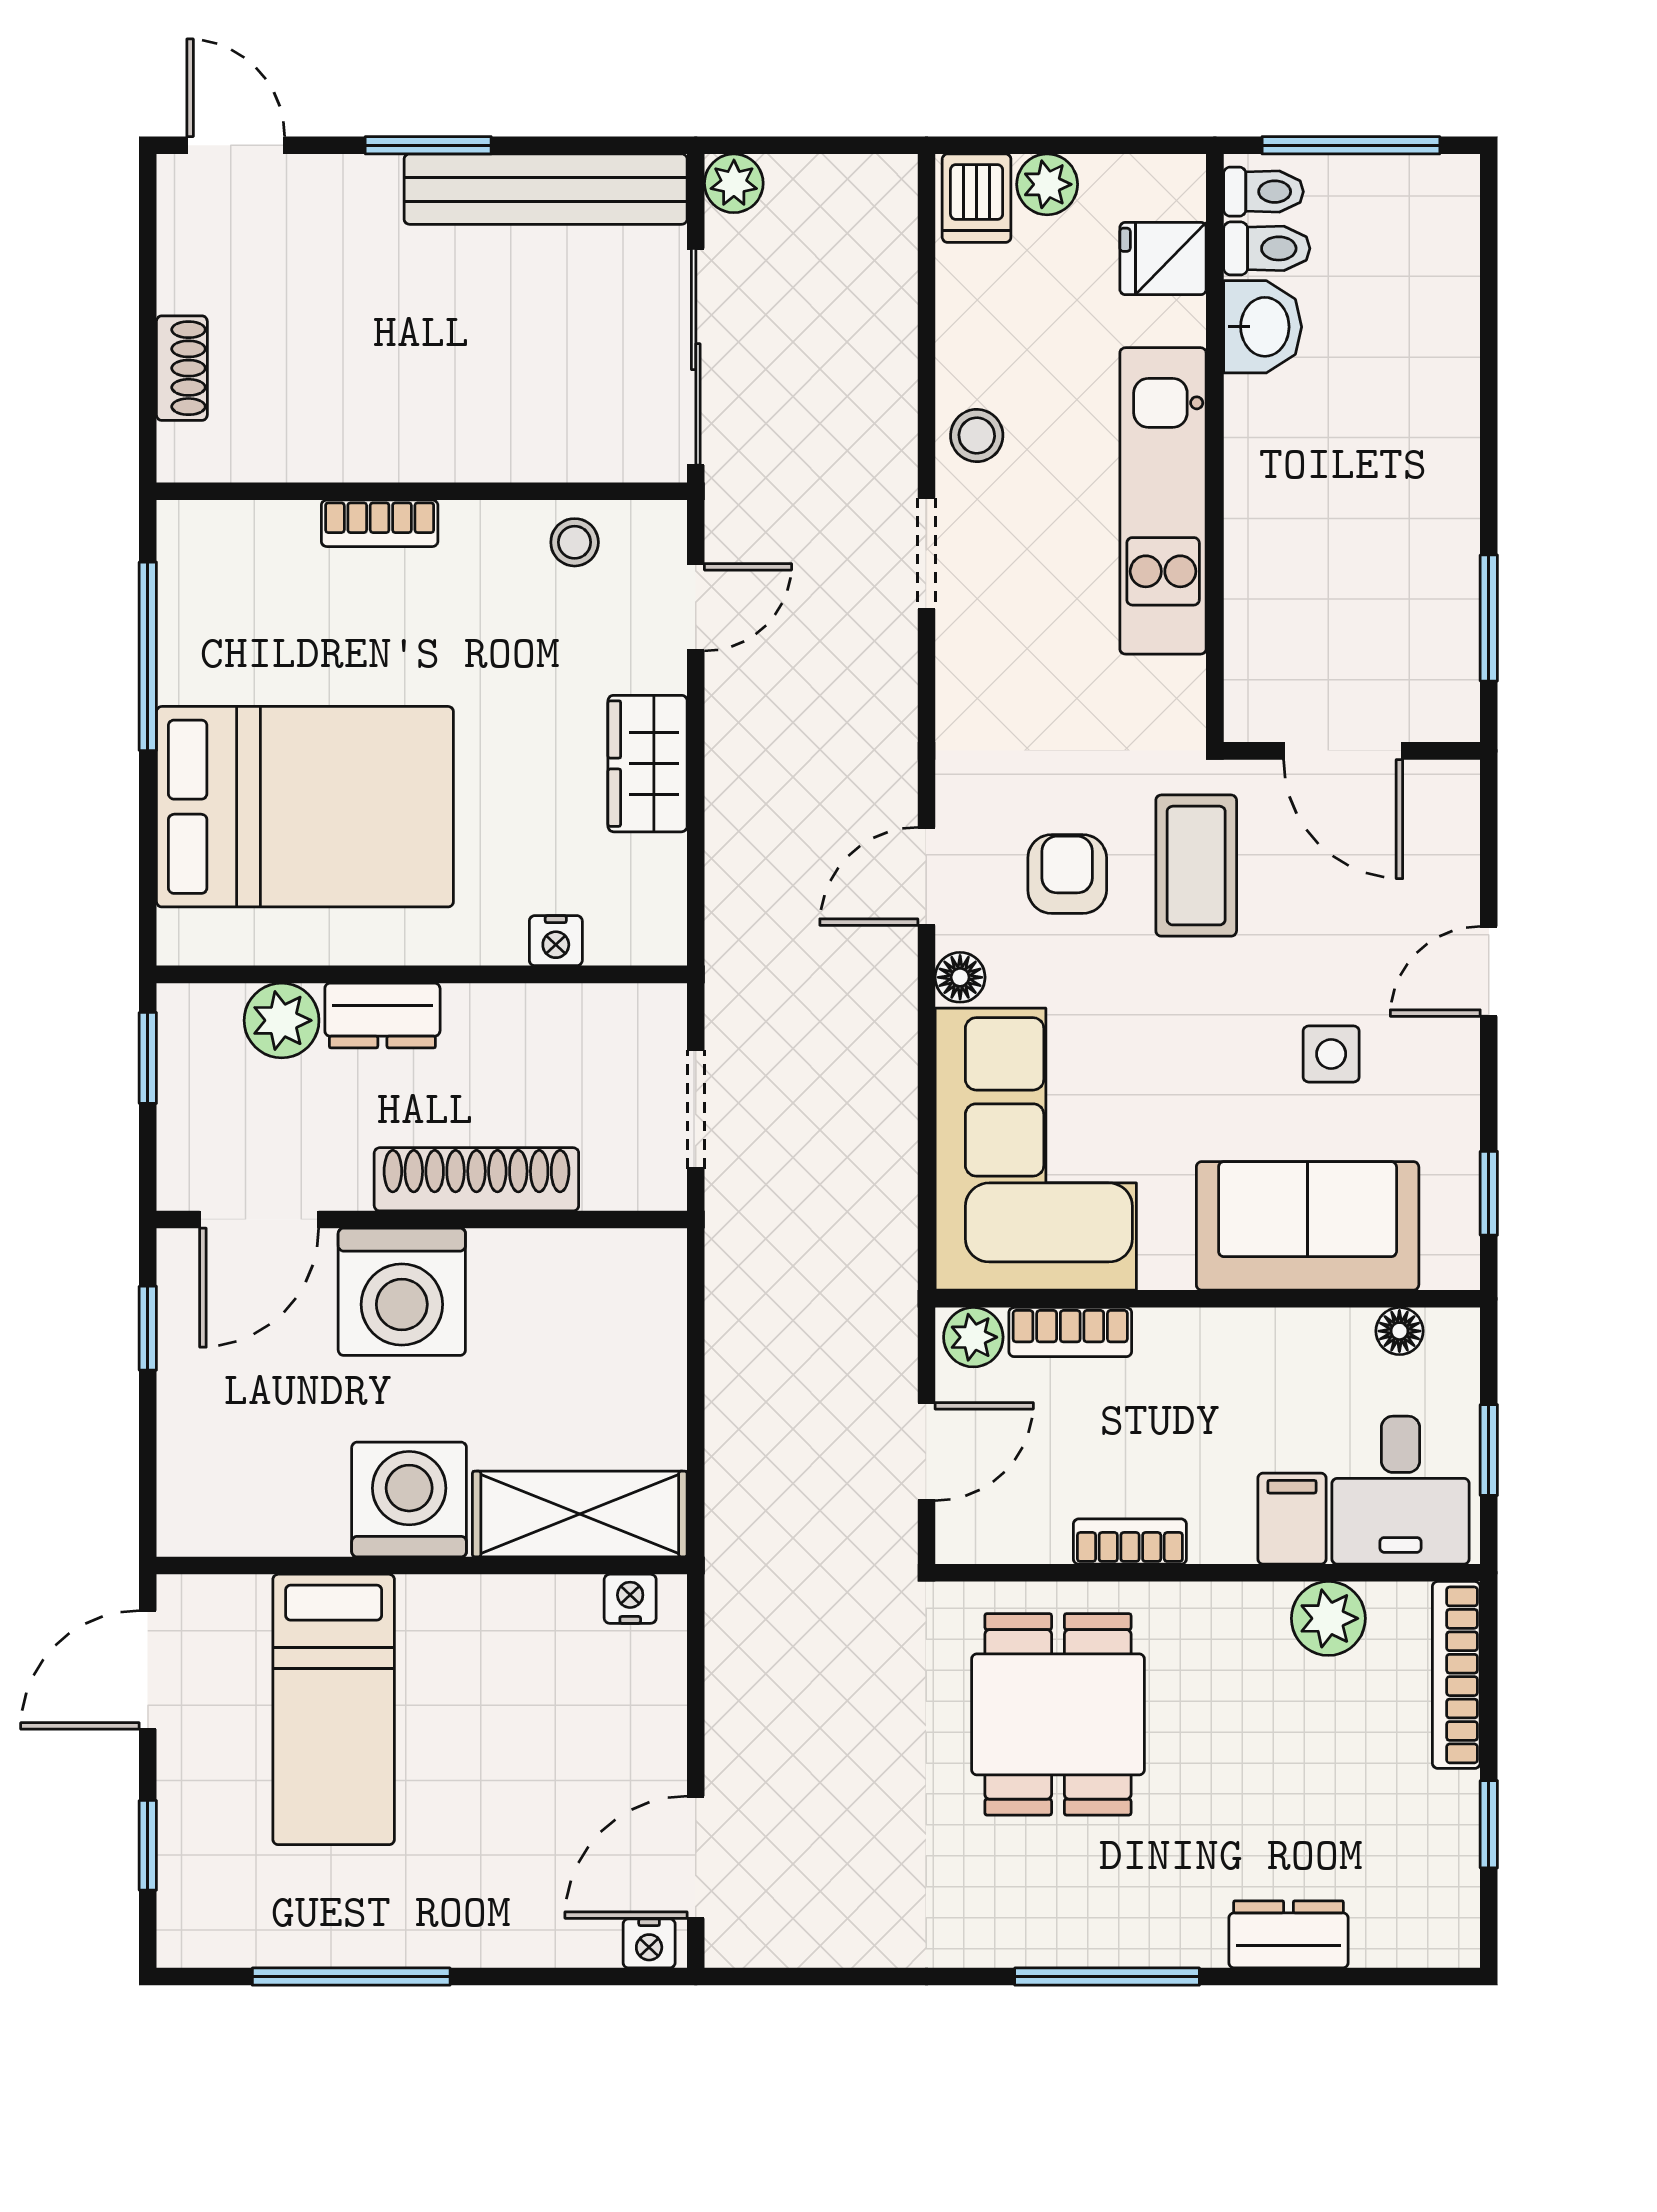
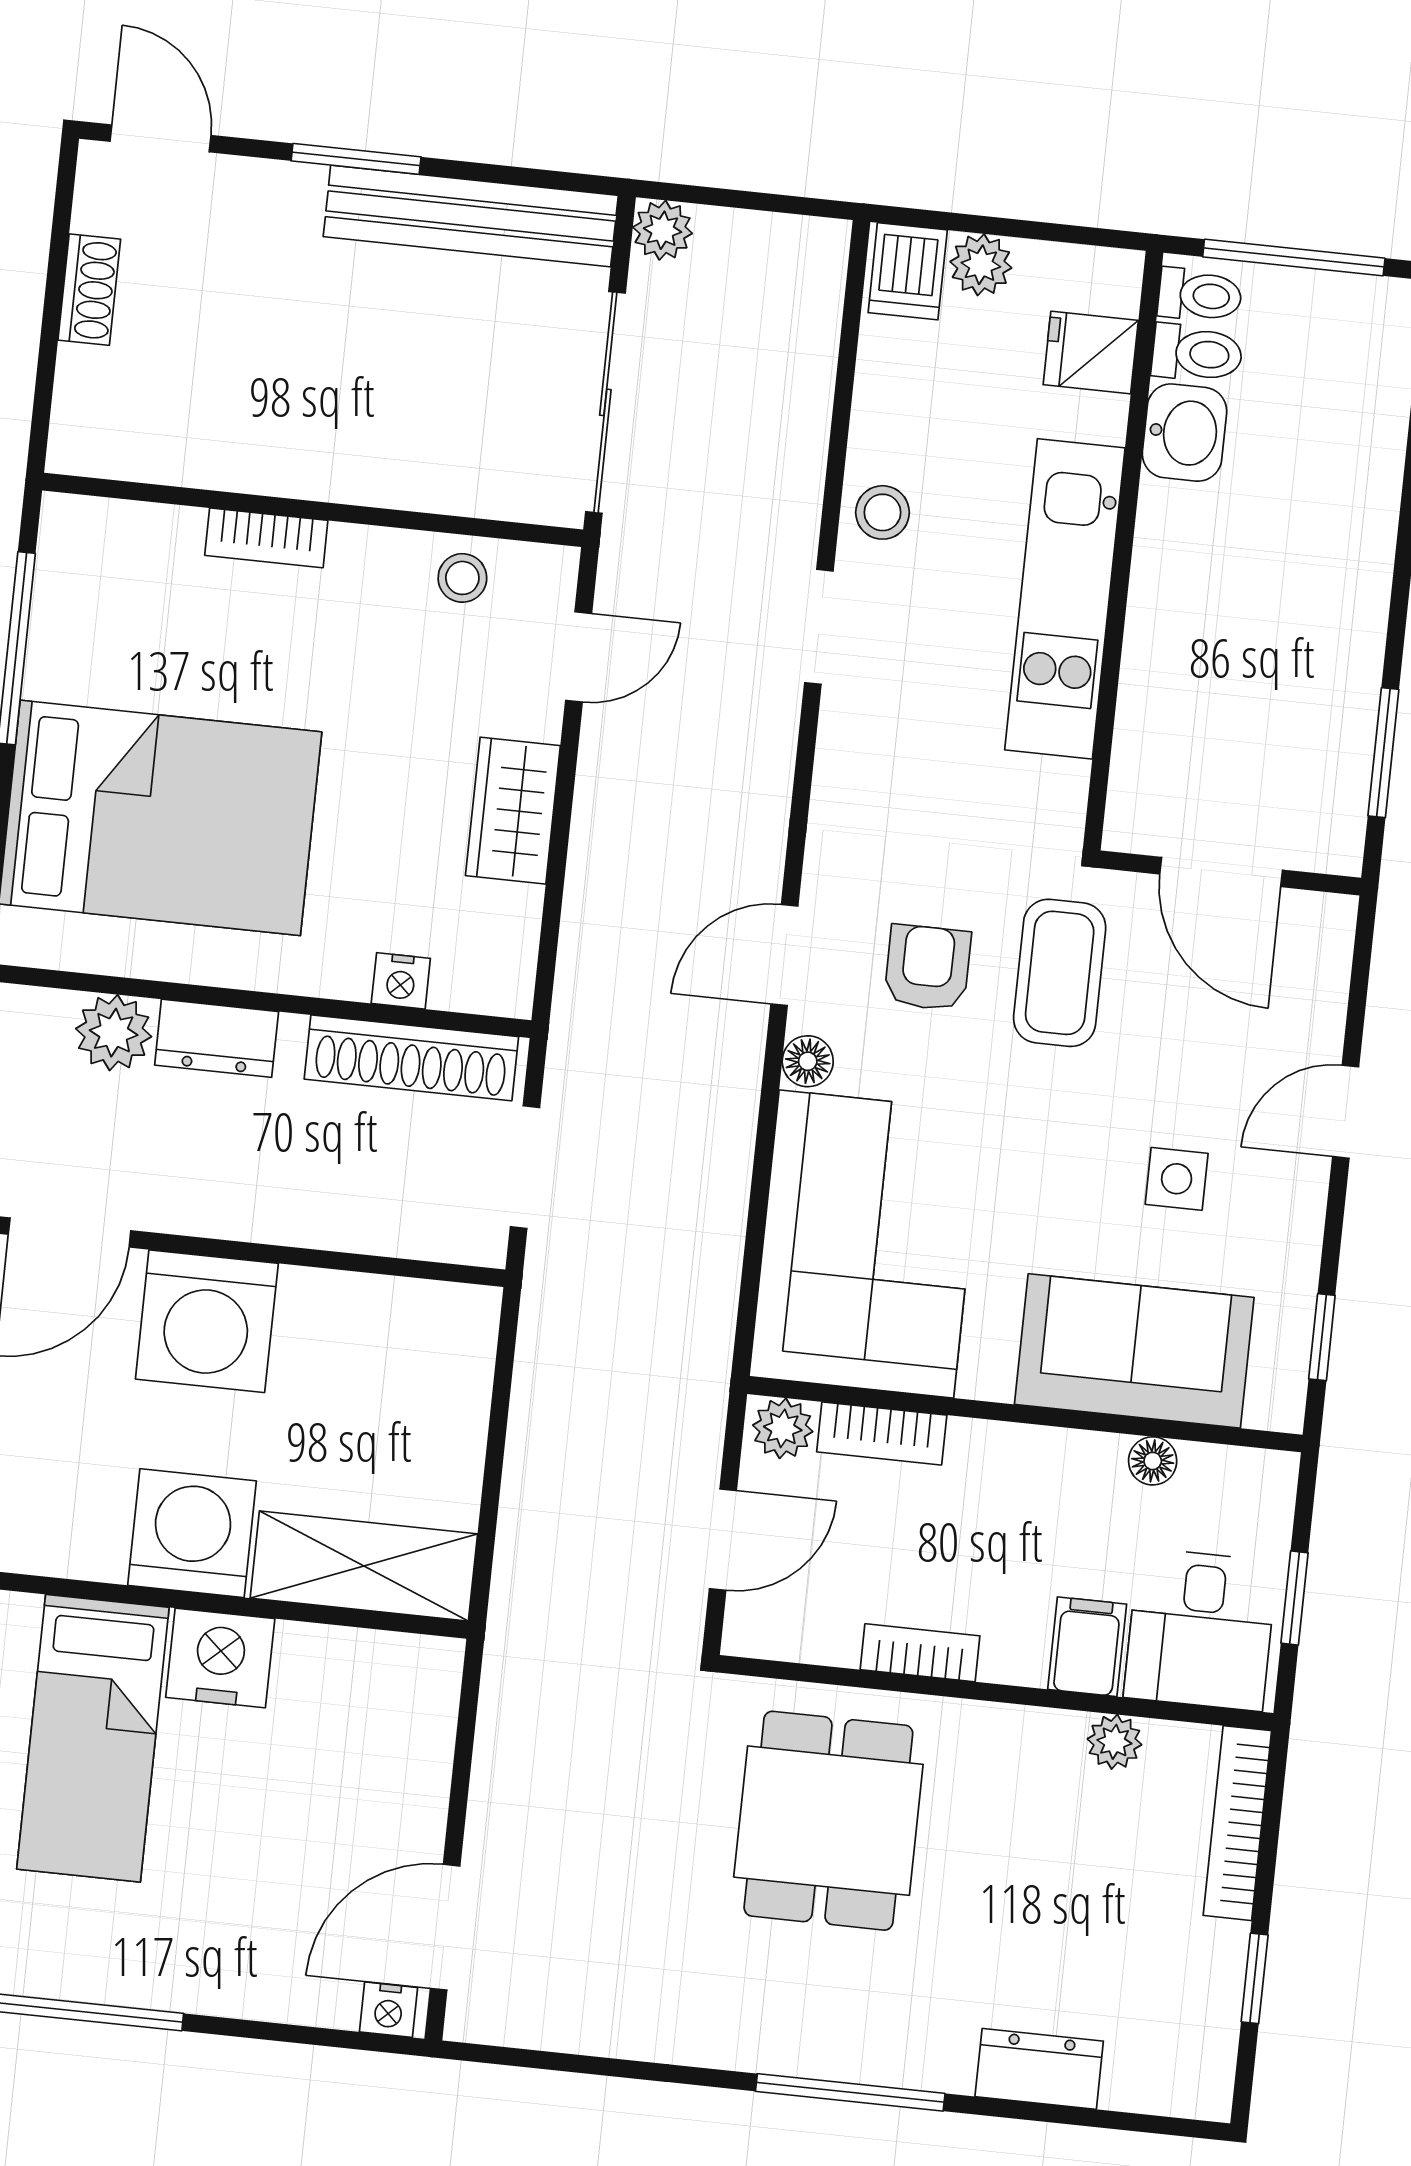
shoe rack: (182, 368) -> (89, 290), moved
shoe rack: (476, 1179) -> (411, 1058), moved, turned 180
floor lamp: (1399, 1331) -> (1153, 1461), moved
nightstand: (630, 1599) -> (220, 1658), moved, width x1.89, depth x1.79
plant: (1328, 1618) -> (1114, 1742), width x0.73, depth x0.73

